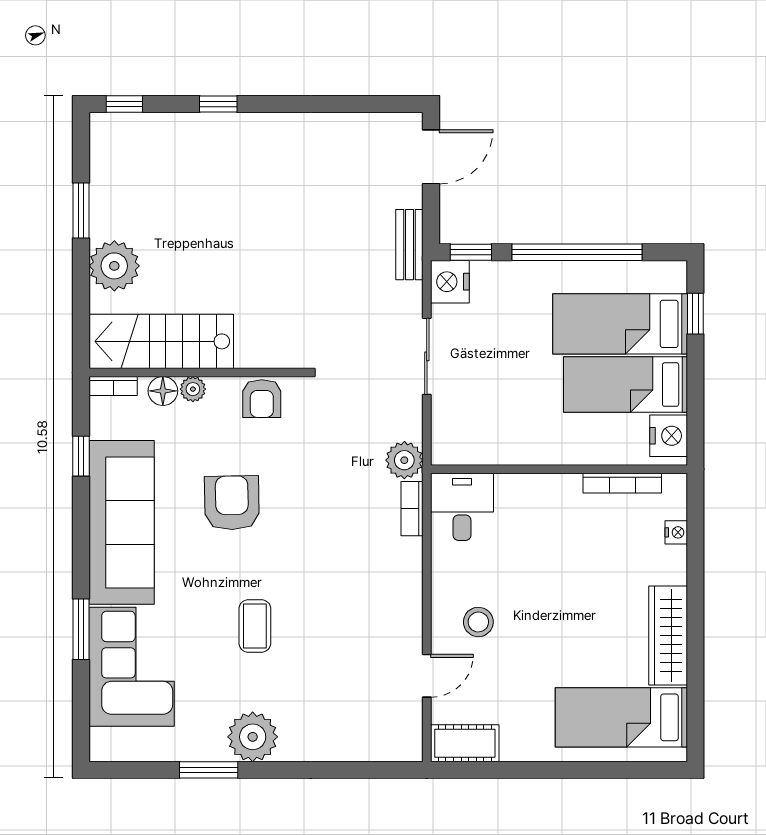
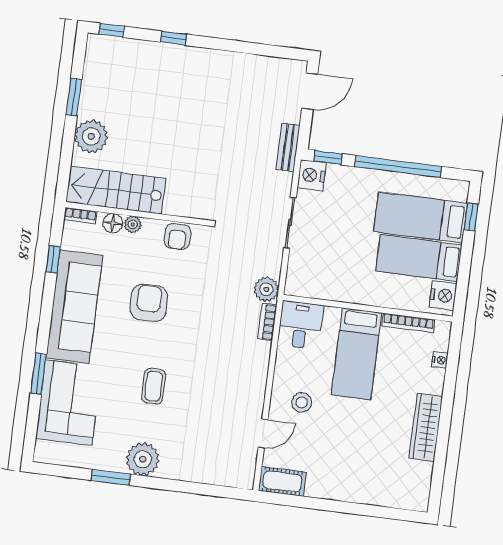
bed: (621, 717) -> (356, 354), moved, turned -90

